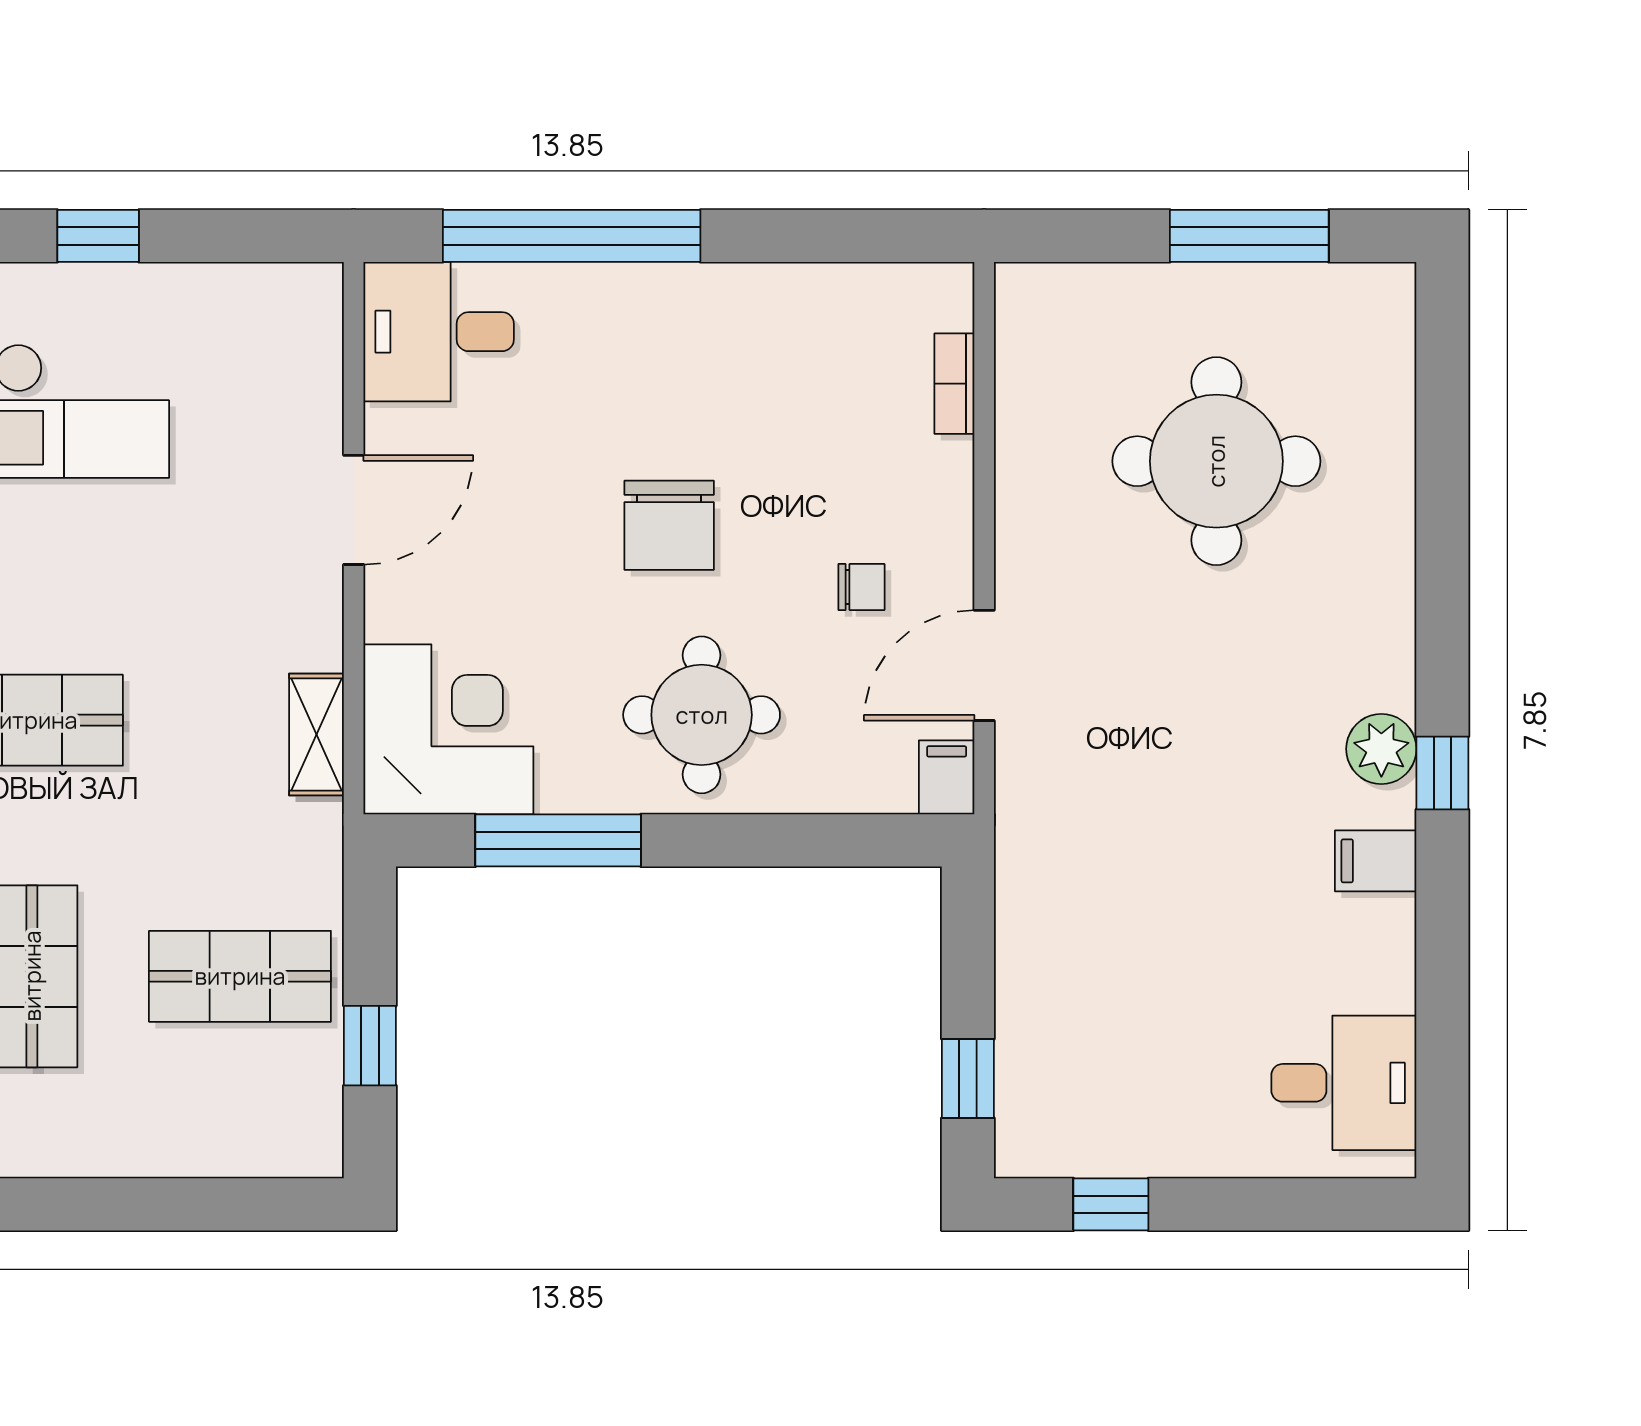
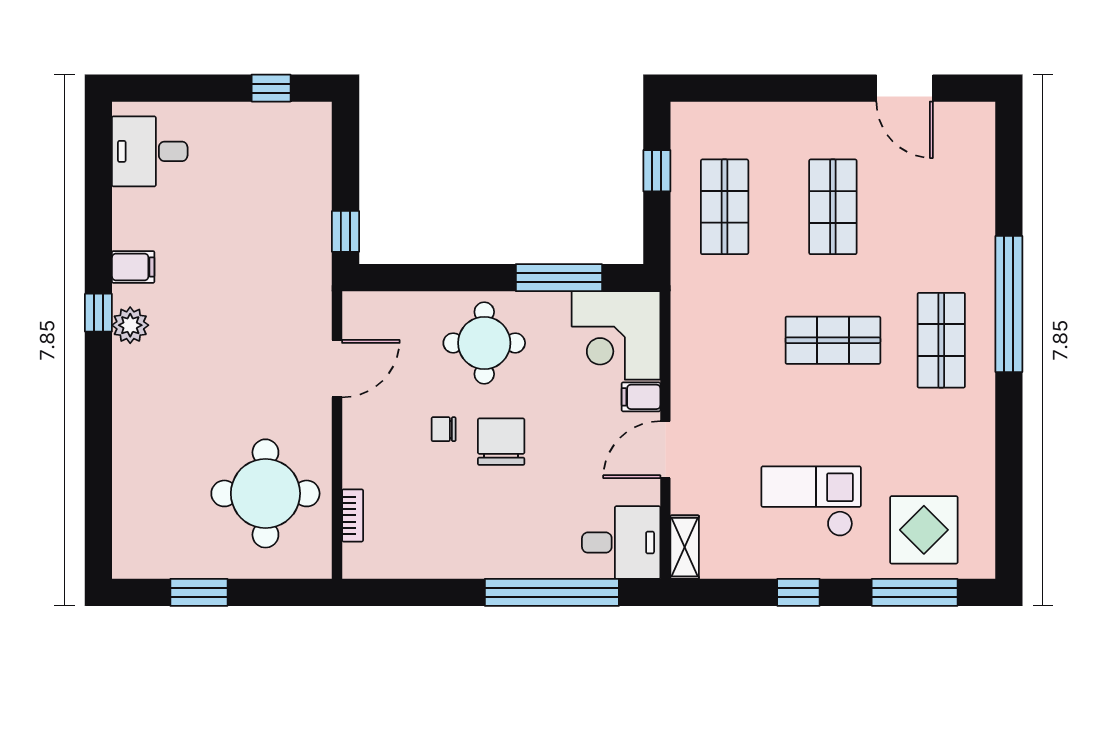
window: (1249, 236) -> (199, 592), width x0.69
round table: (1216, 461) -> (265, 493), moved
chair: (861, 587) -> (444, 429), moved
shelving: (316, 734) -> (685, 547), moved
filing cabinet: (947, 777) -> (641, 397), moved, turned 90
shop shelf: (240, 976) -> (725, 207), turned 90
window: (968, 1079) -> (345, 231), moved

